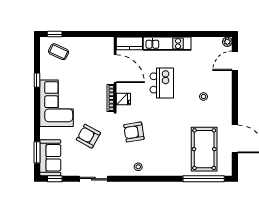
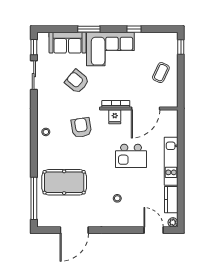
kitchen counter: (129, 43) -> (171, 200), moved
coffee table: (59, 52) -> (161, 73), moved
armchair: (88, 136) -> (77, 81), turned -79
pool table: (204, 149) -> (64, 182), moved
window: (37, 152) -> (89, 29), moved
sofa: (50, 158) -> (68, 43), moved
sliding door: (93, 179) -> (34, 75), moved

